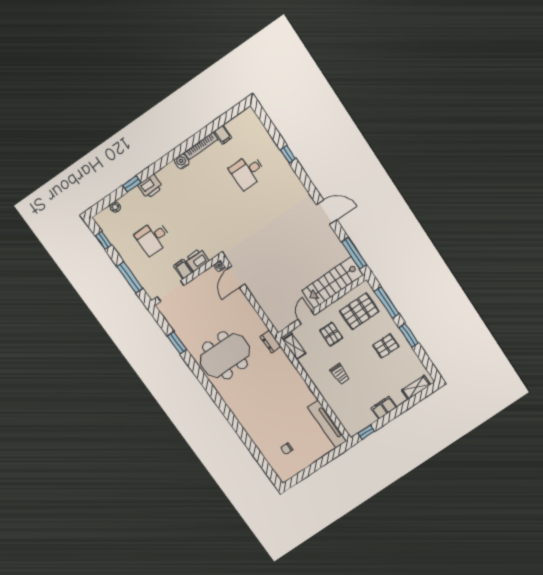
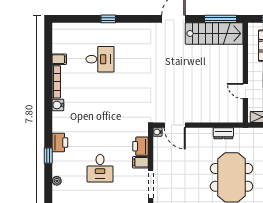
desk: (248, 172) -> (100, 59), turned -90
stairs: (333, 283) -> (214, 33), moved, turned -90
dresser: (270, 341) -> (223, 133), moved

